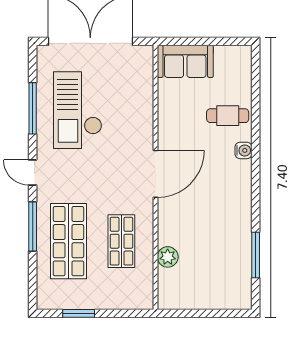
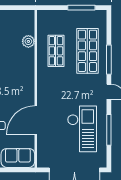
door: (155, 174) -> (36, 120), moved
window: (79, 313) -> (81, 8), width x1.44

